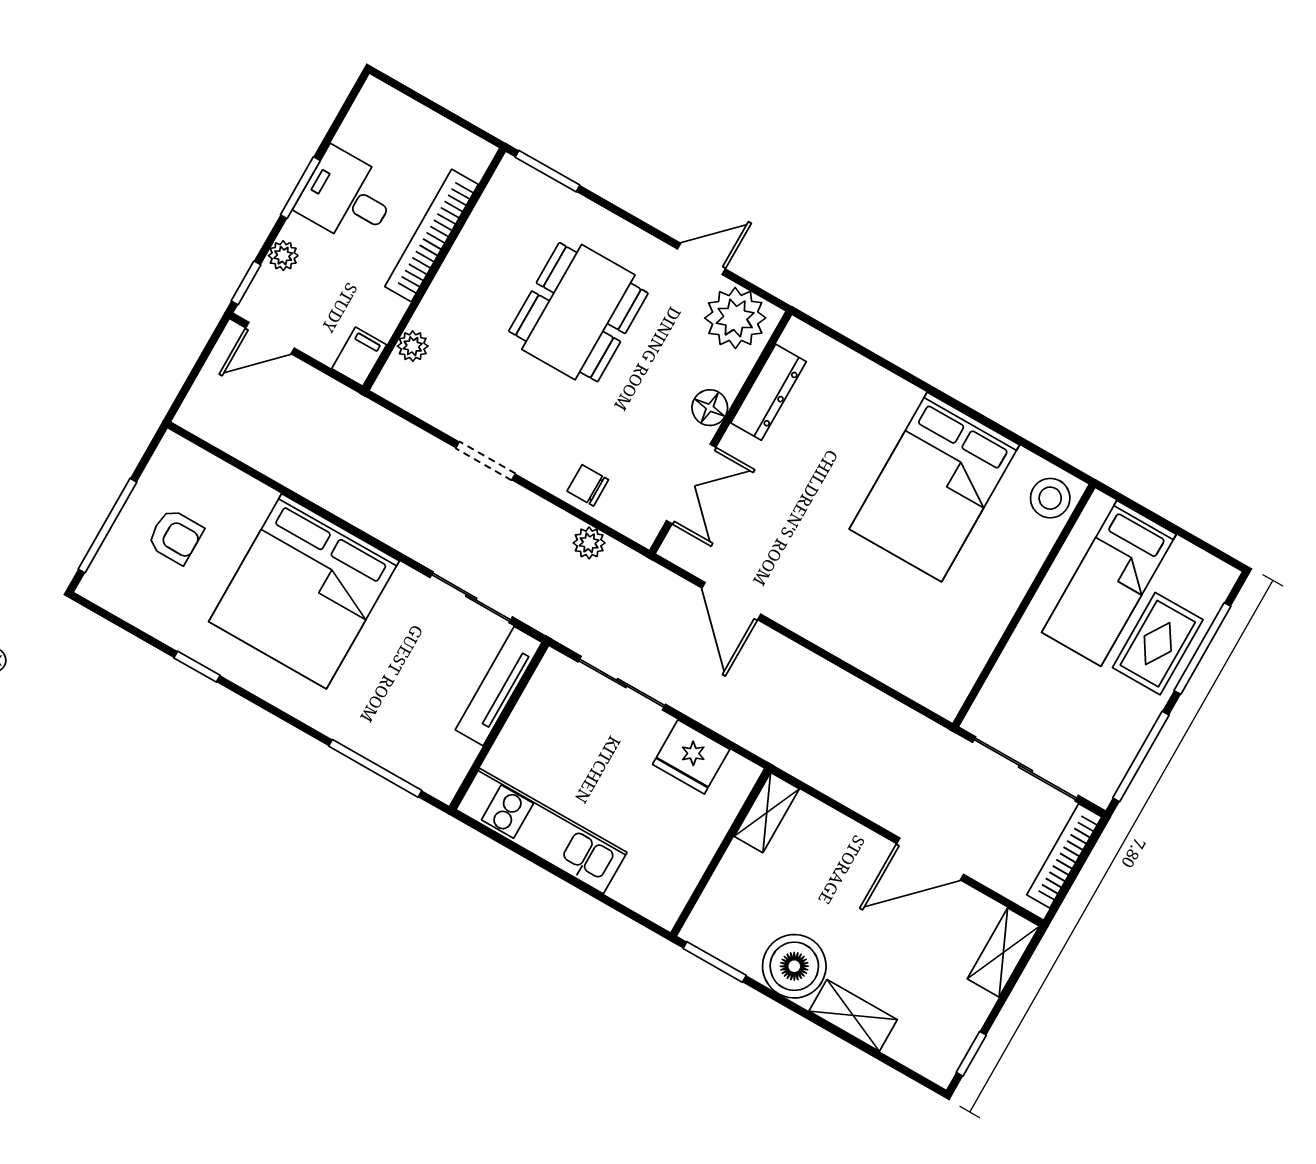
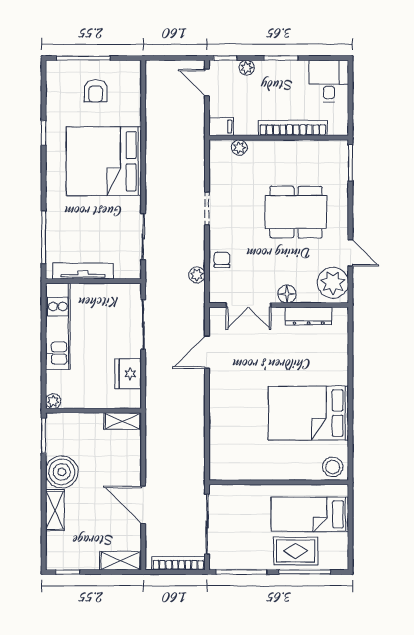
desk: (347, 197) -> (329, 81), moved
tv unit: (499, 686) -> (83, 271), moved
plant: (665, 912) -> (53, 401), added

